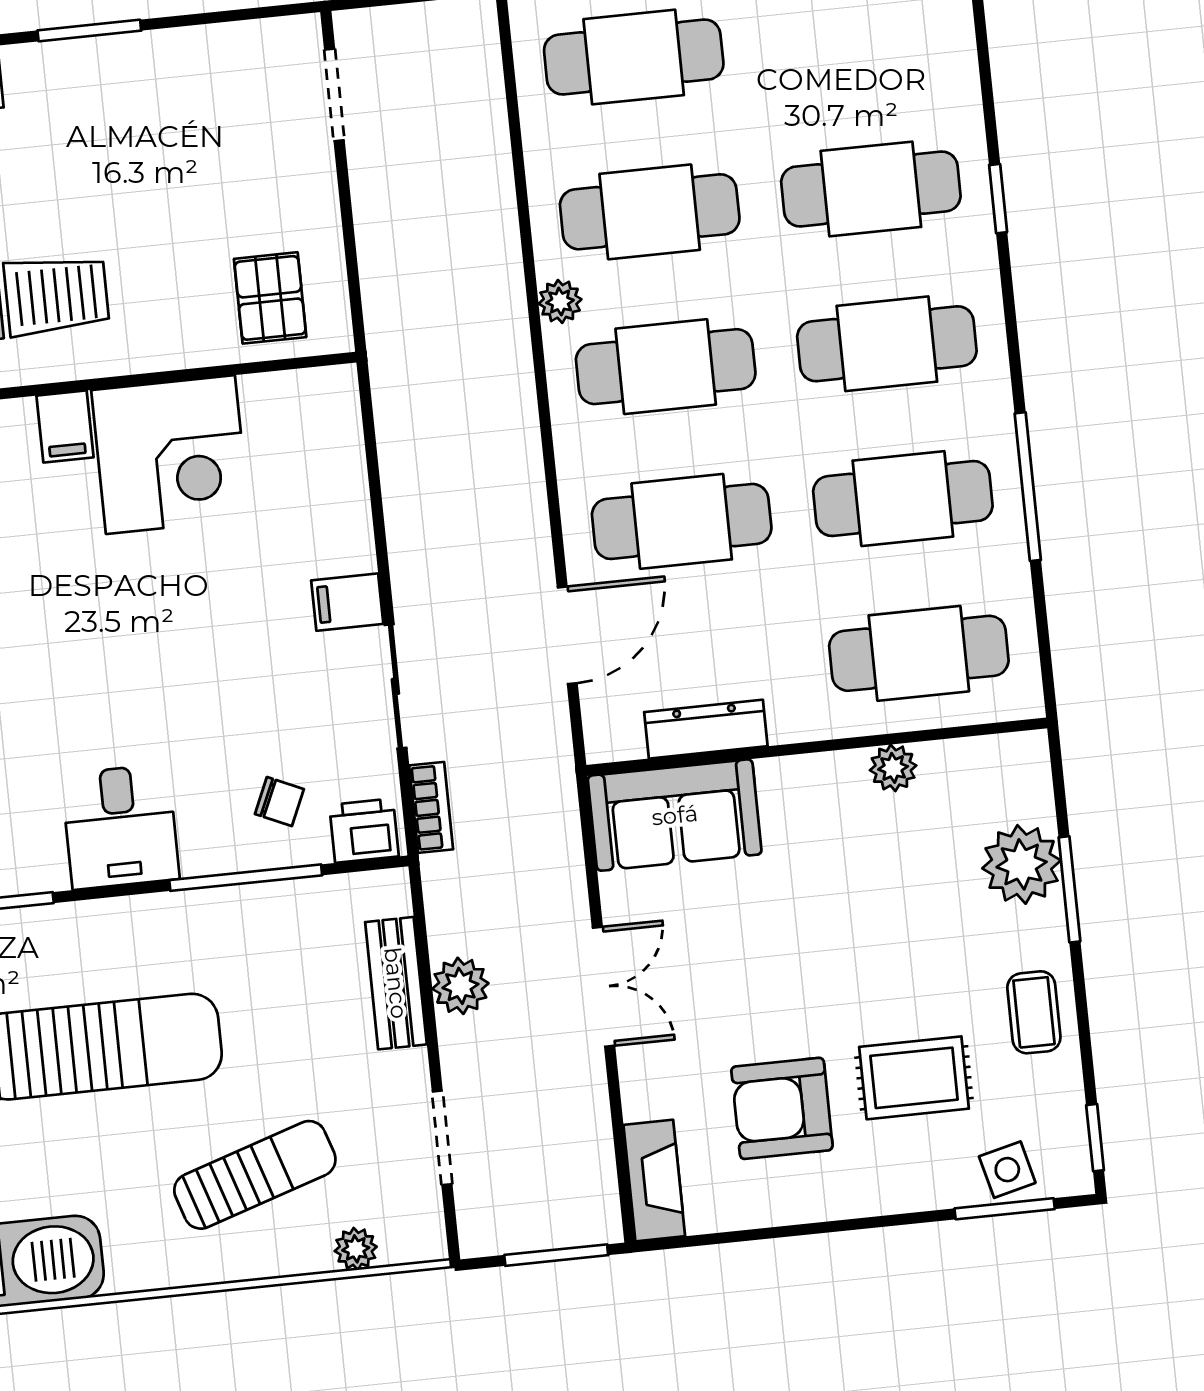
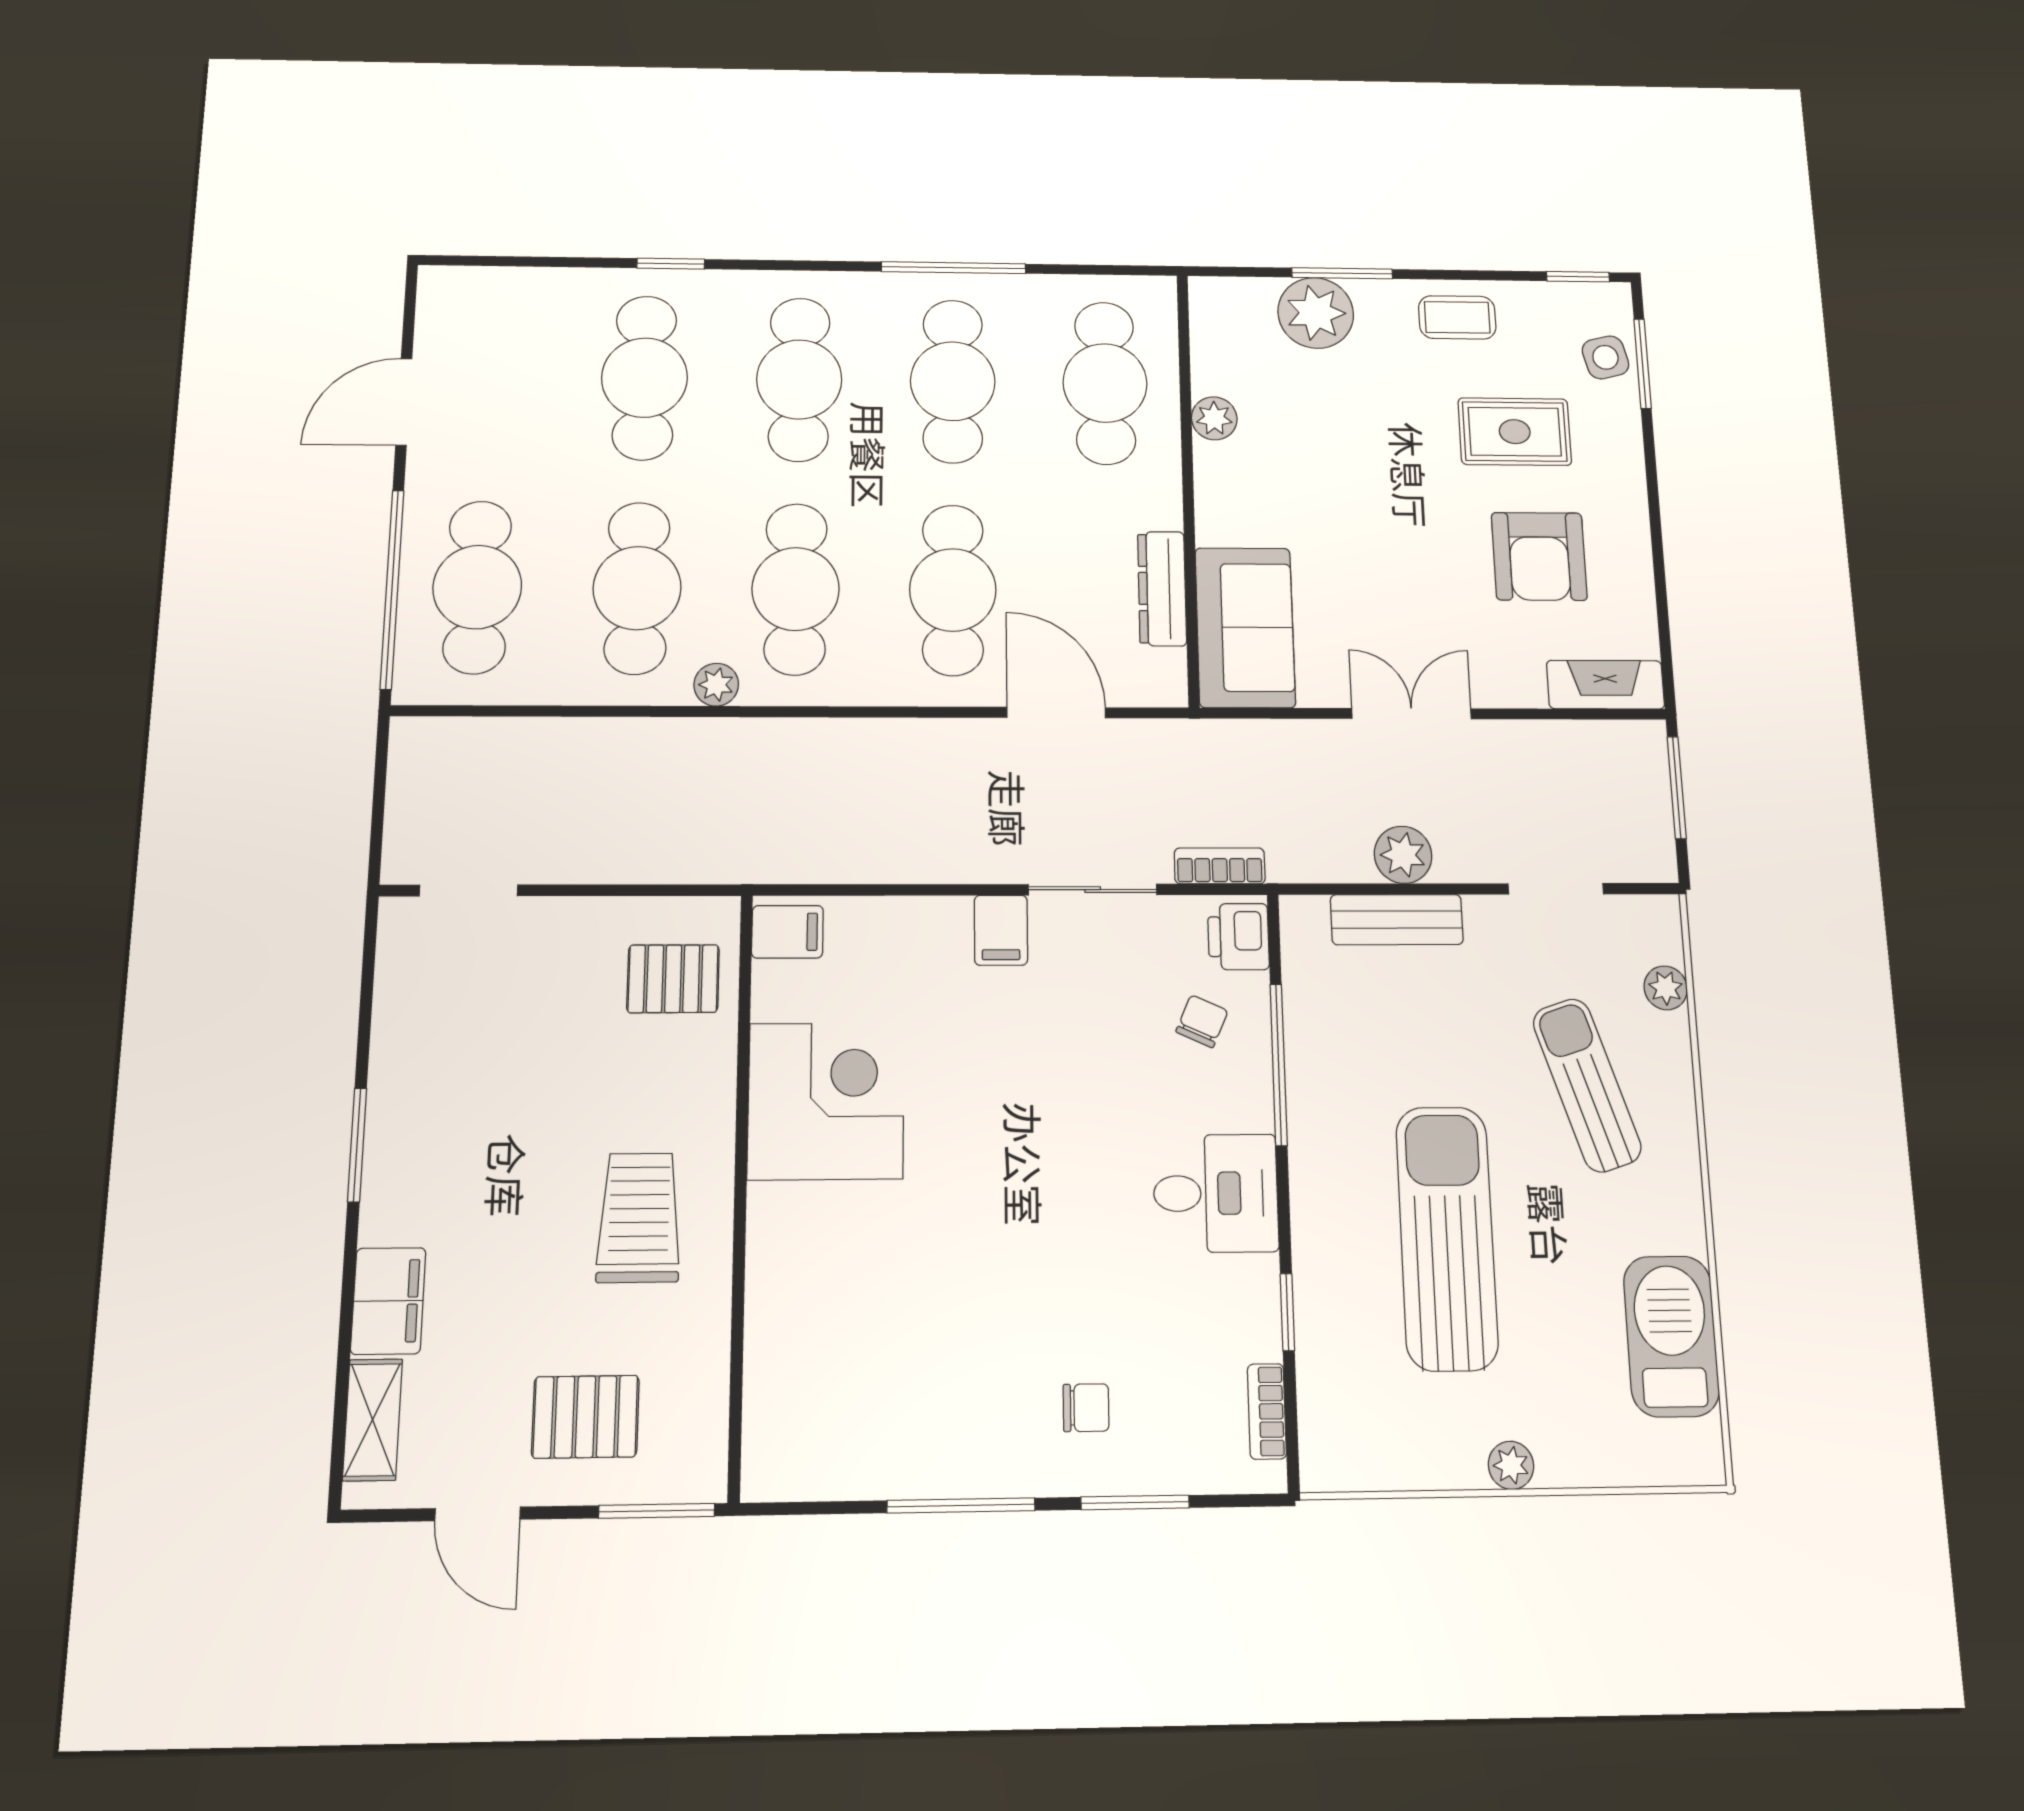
filing cabinet: (65, 427) -> (787, 932), moved
rug: (914, 1078) -> (1515, 432), turned 90

